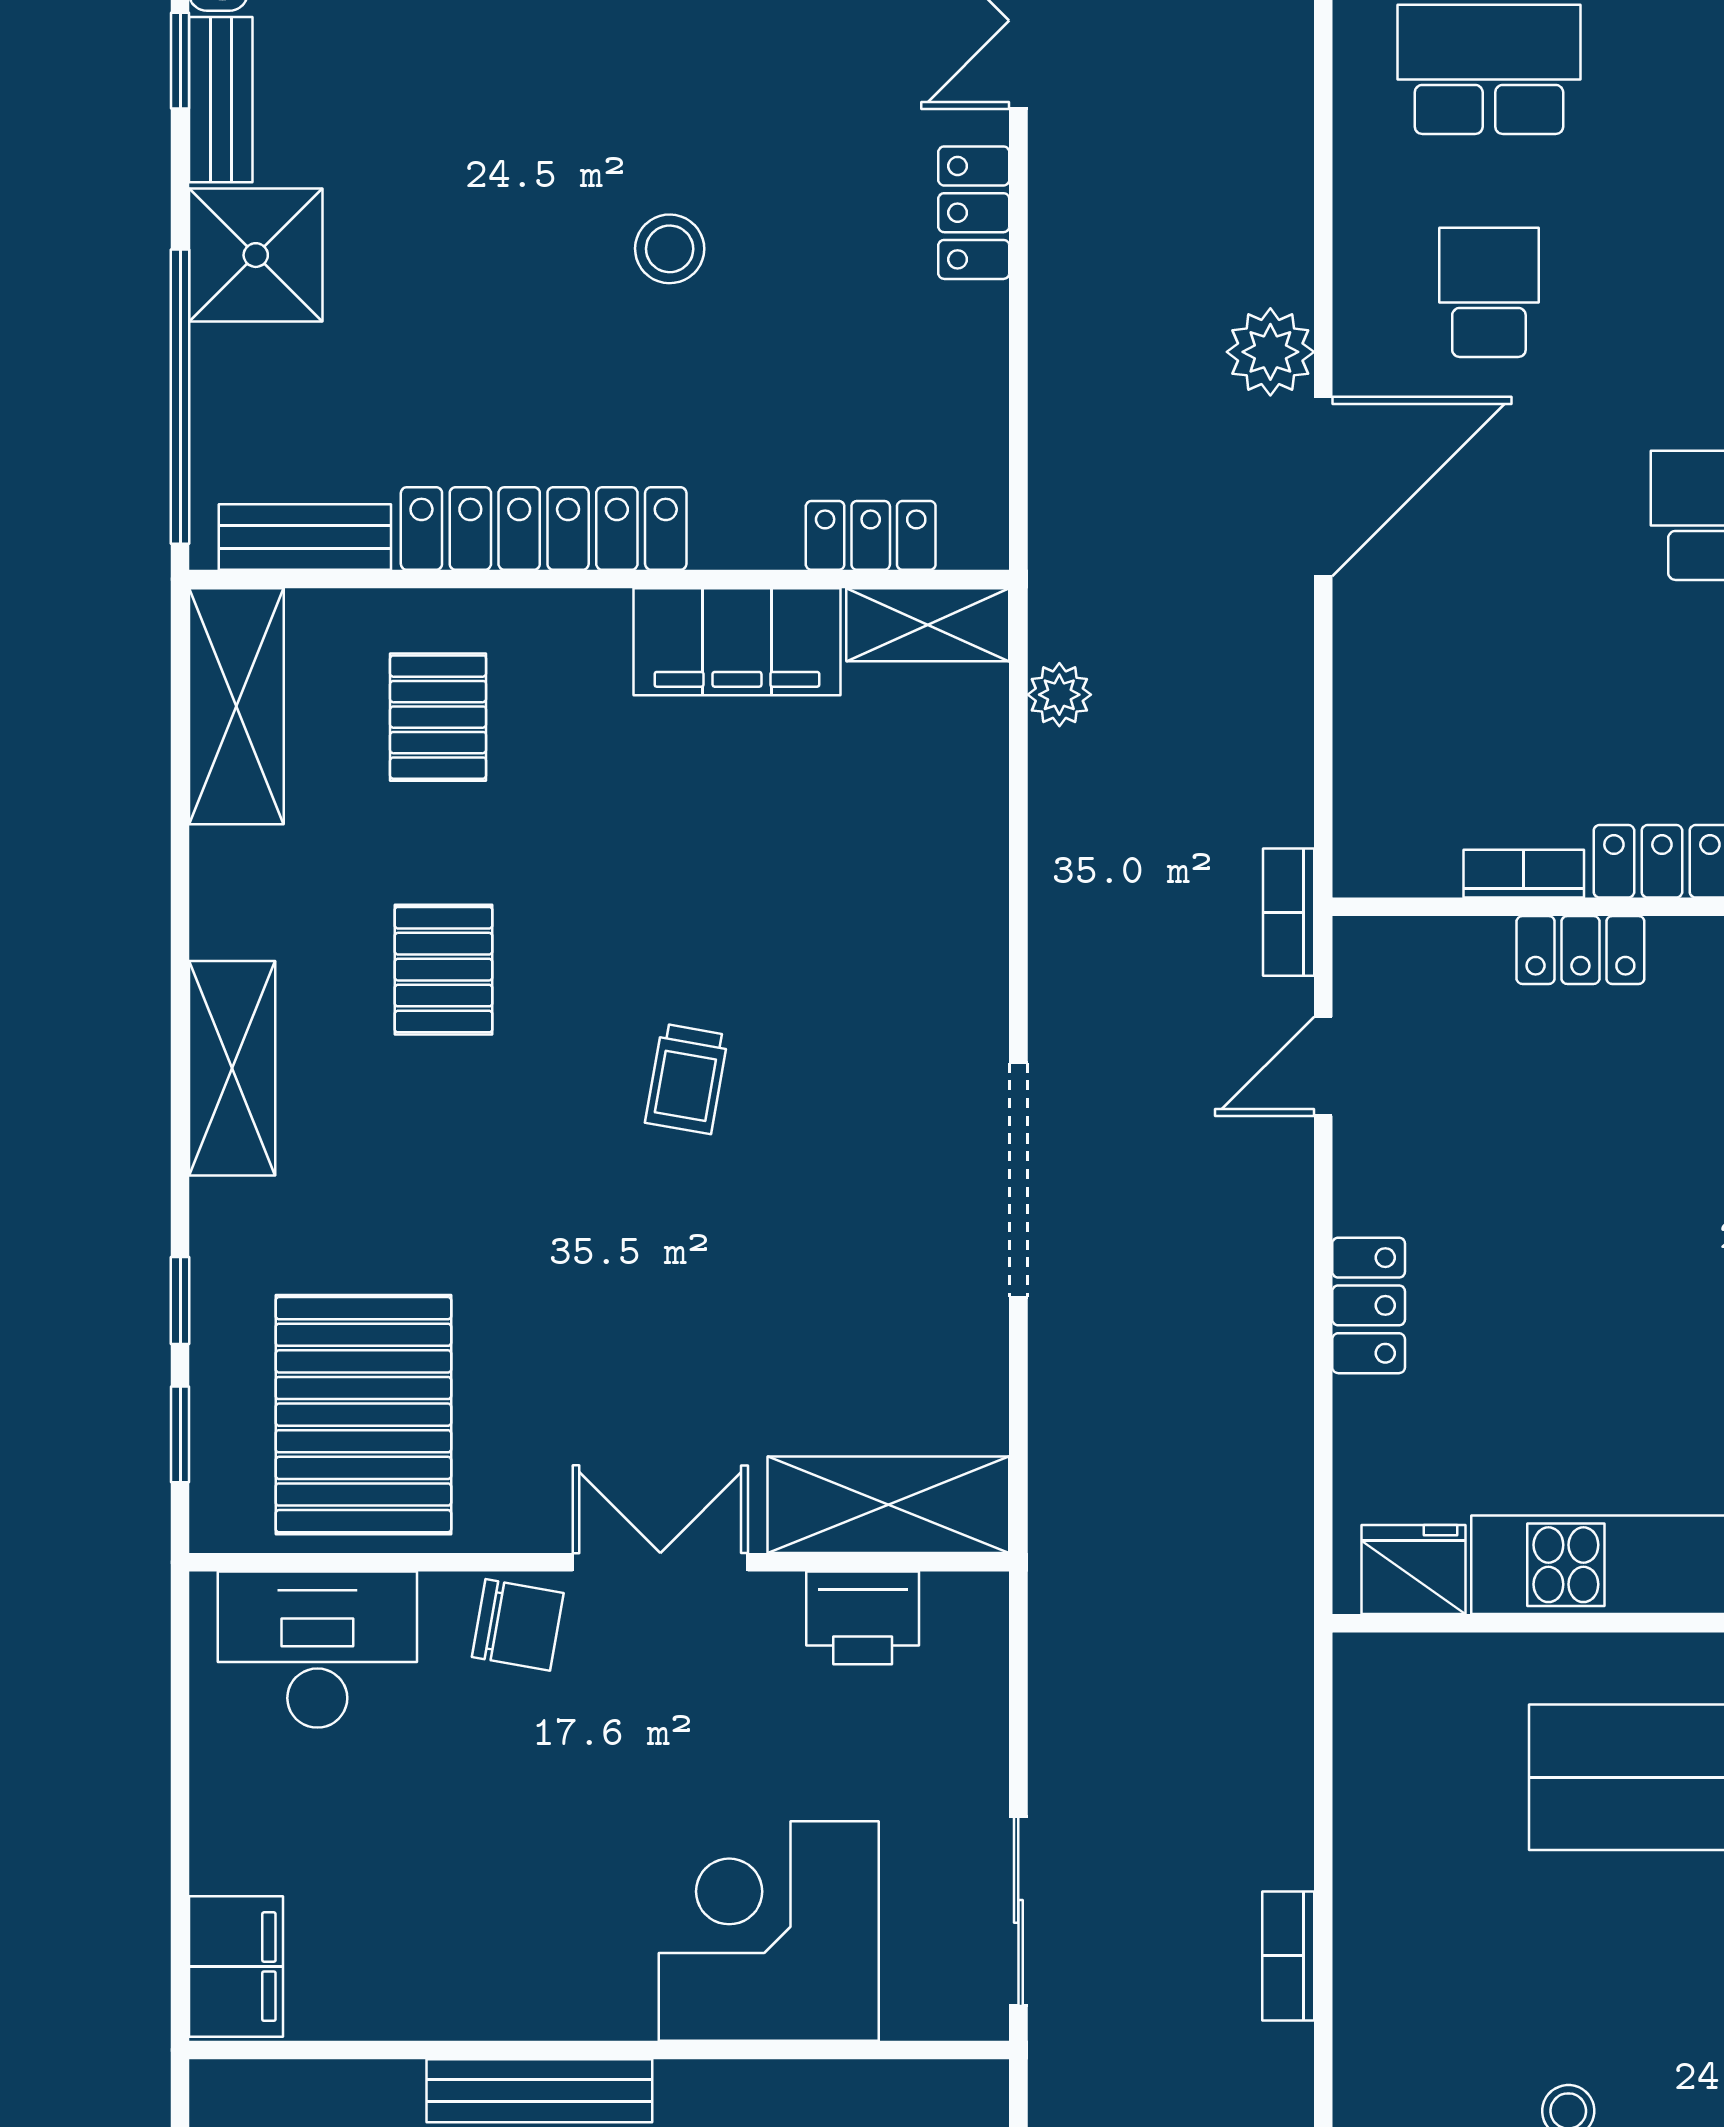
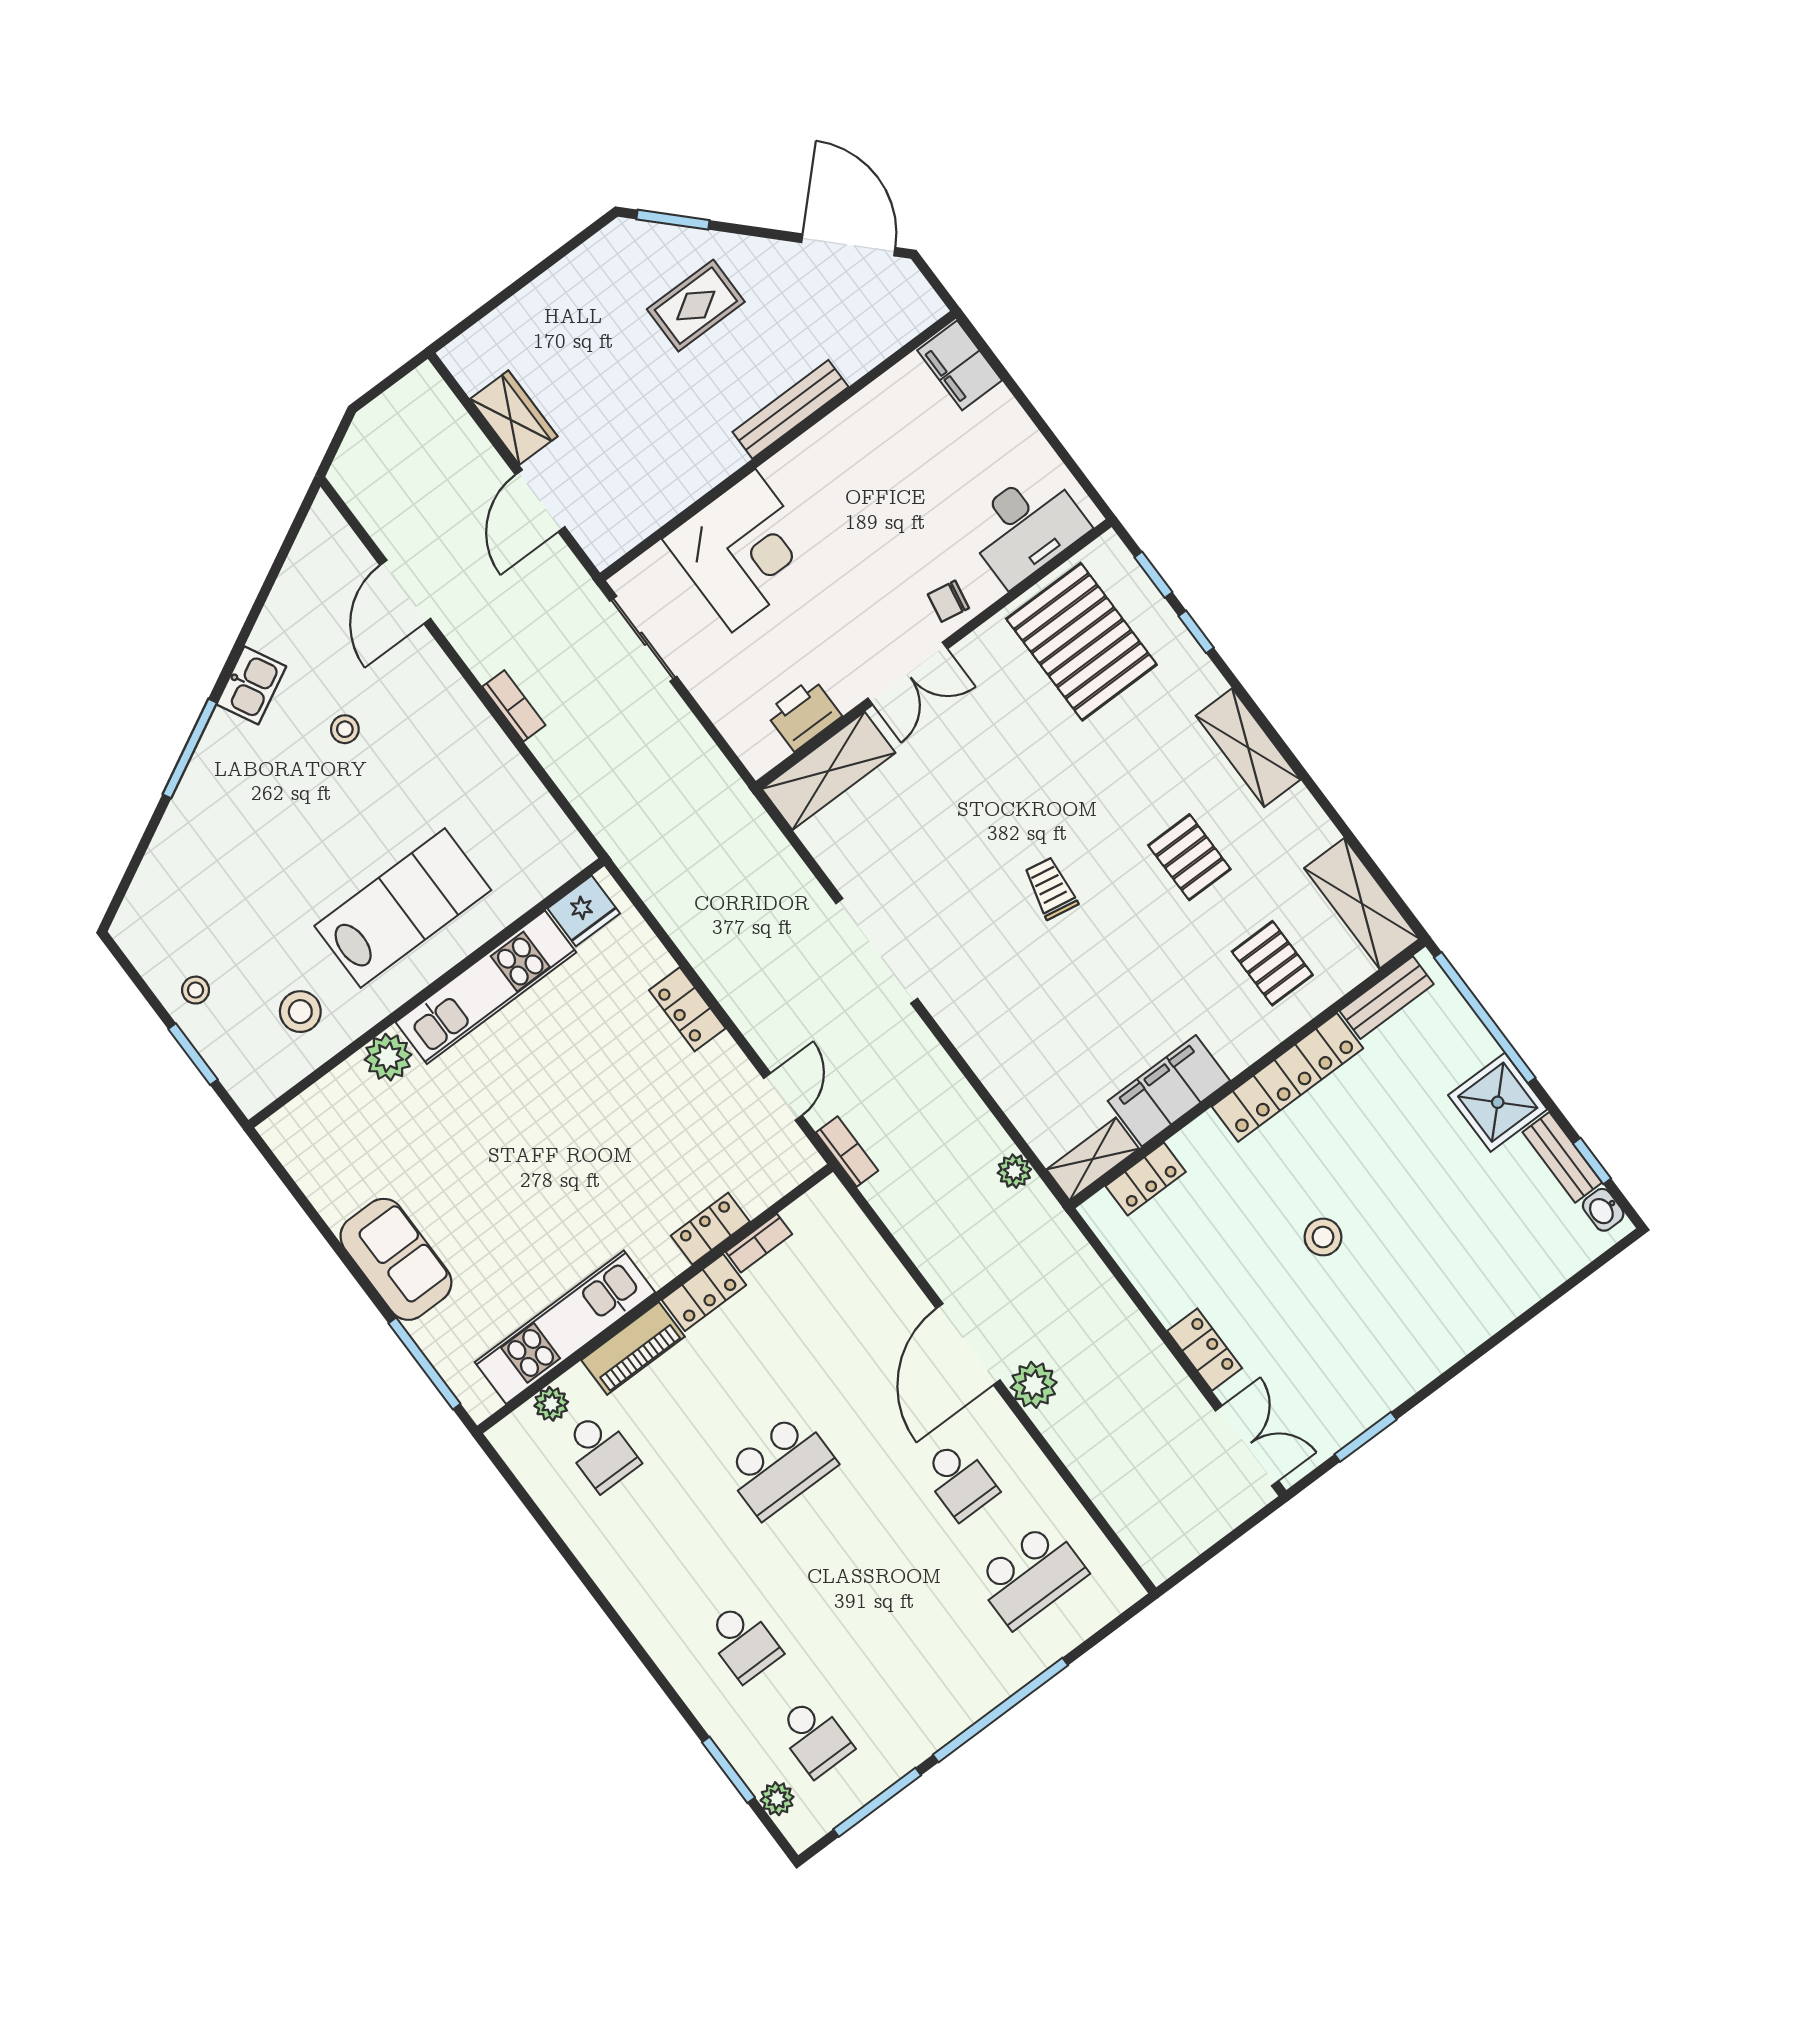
chair: (518, 1625) -> (948, 601), width x0.73, depth x0.73

